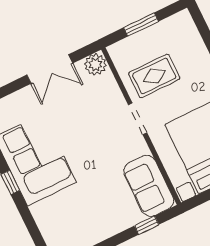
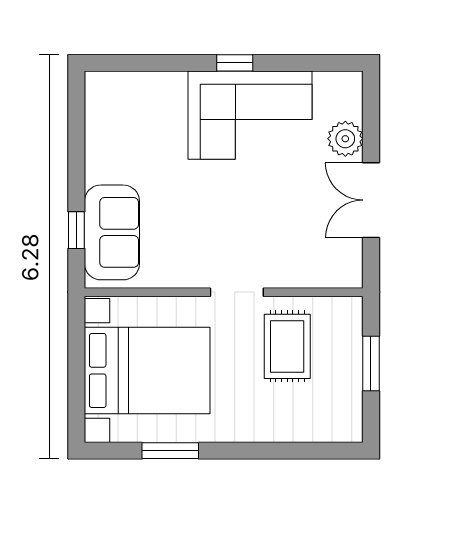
plant: (95, 64) -> (345, 139), moved
sofa: (149, 186) -> (112, 232), moved, turned 90

